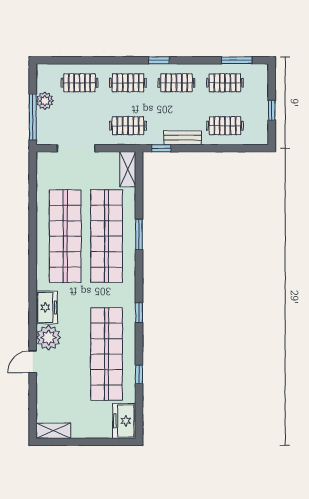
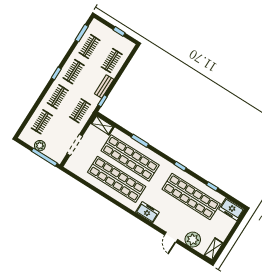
plant: (49, 338) -> (193, 240), moved

